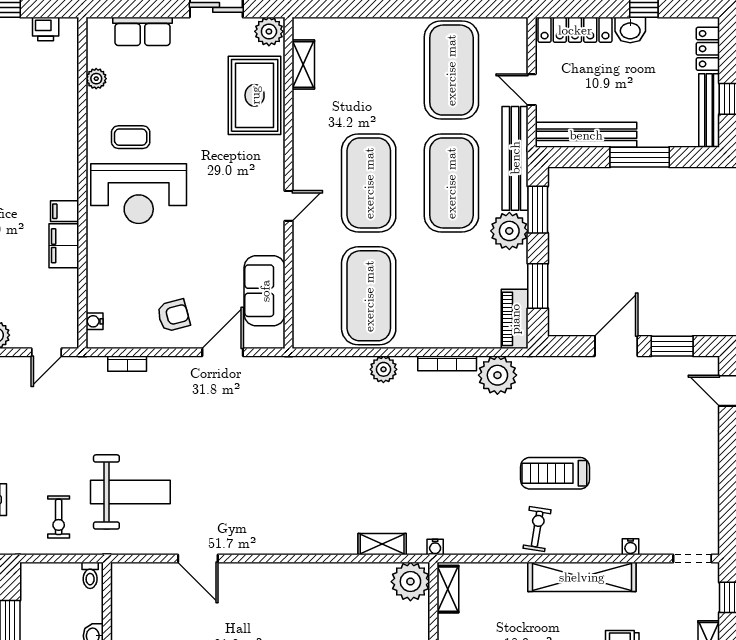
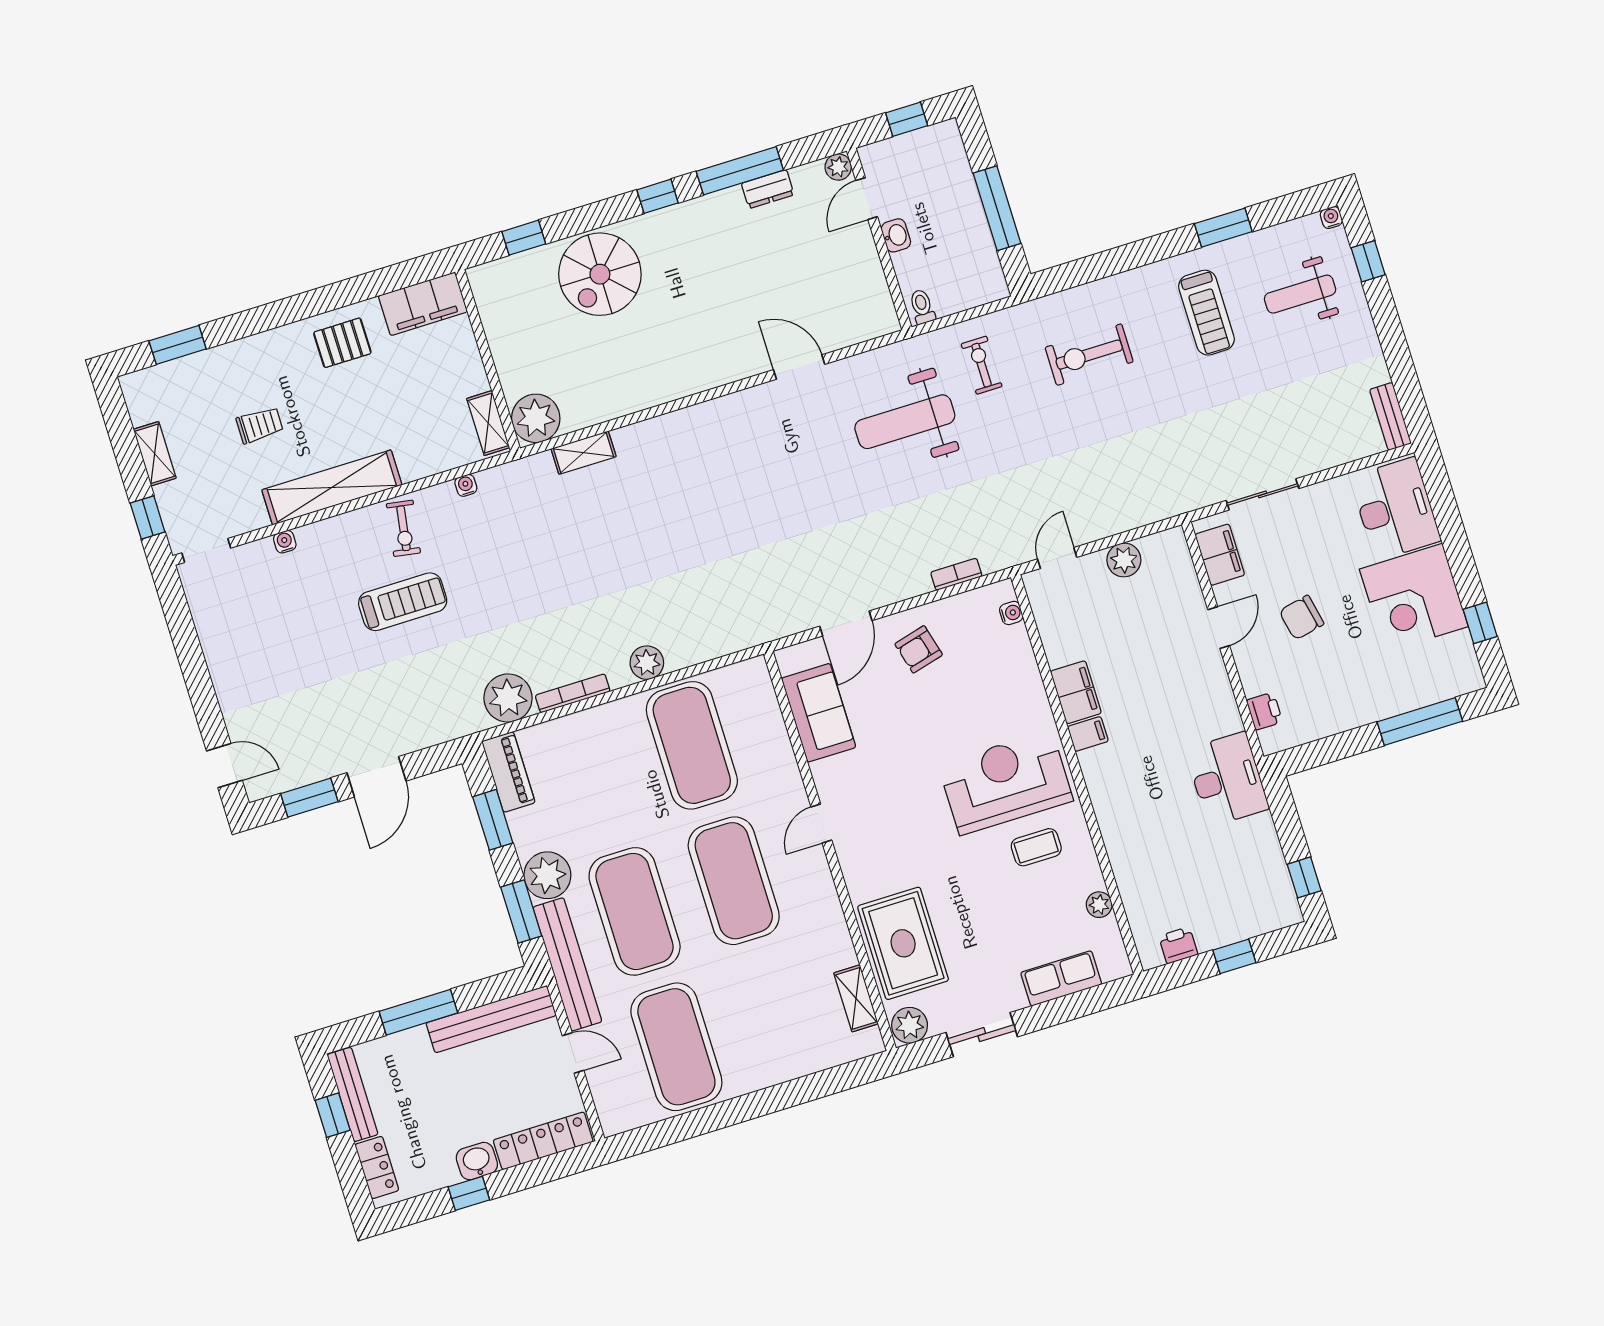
water cooler: (435, 547) -> (466, 485), moved

